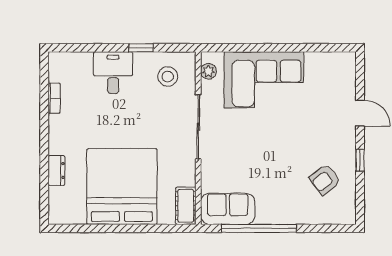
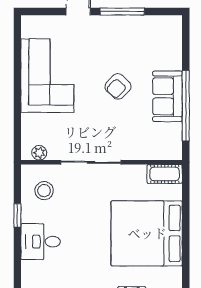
corner sofa: (264, 80) -> (47, 76), moved
window: (360, 160) -> (122, 12), width x2.17
armchair: (325, 180) -> (118, 87), moved, turned 81
sofa: (228, 209) -> (167, 96), moved

